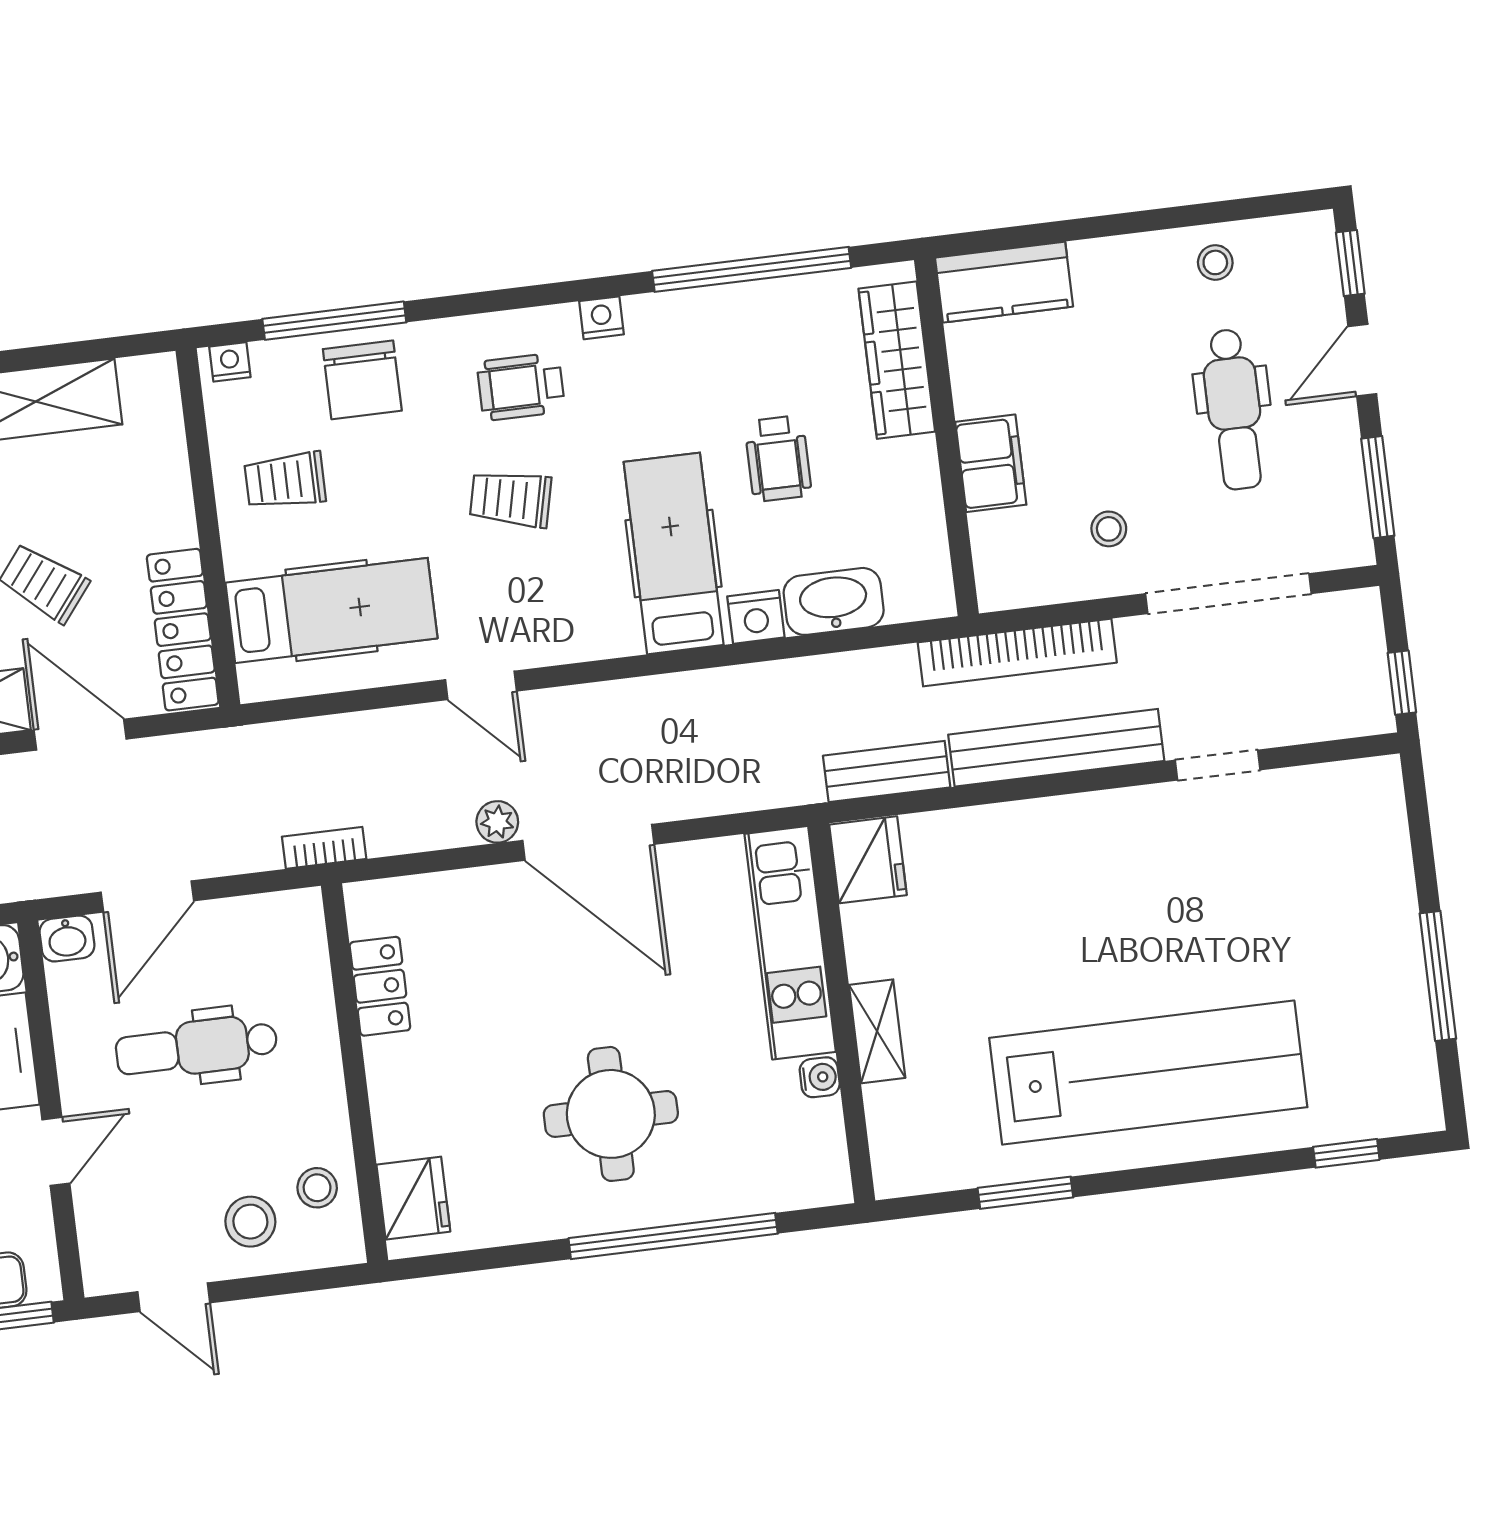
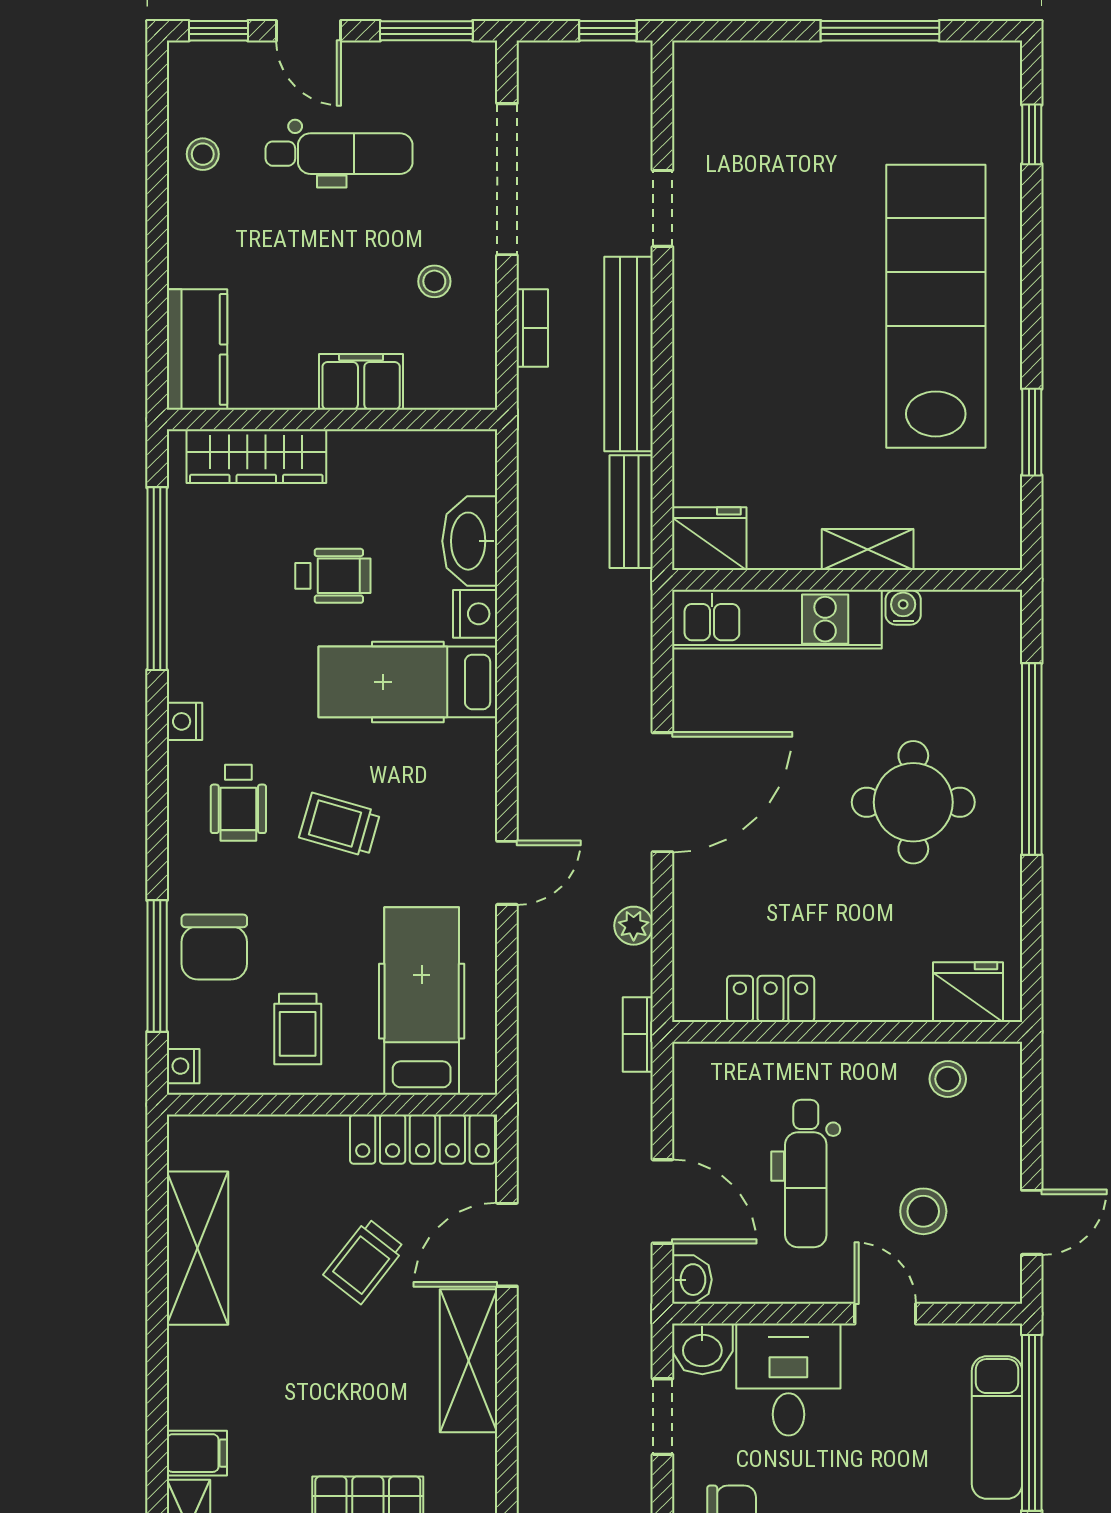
chair: (362, 380) -> (214, 947), turned 90
trolley: (511, 499) -> (340, 825), turned 93
bookcase: (1017, 653) -> (532, 328), width x0.43, depth x0.76
plant: (497, 822) -> (634, 926), moved
stool: (250, 1222) -> (923, 1211), moved

